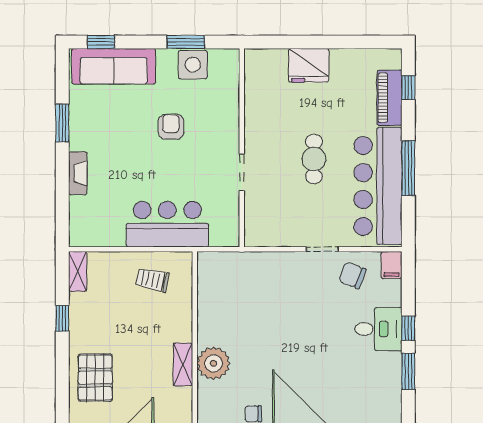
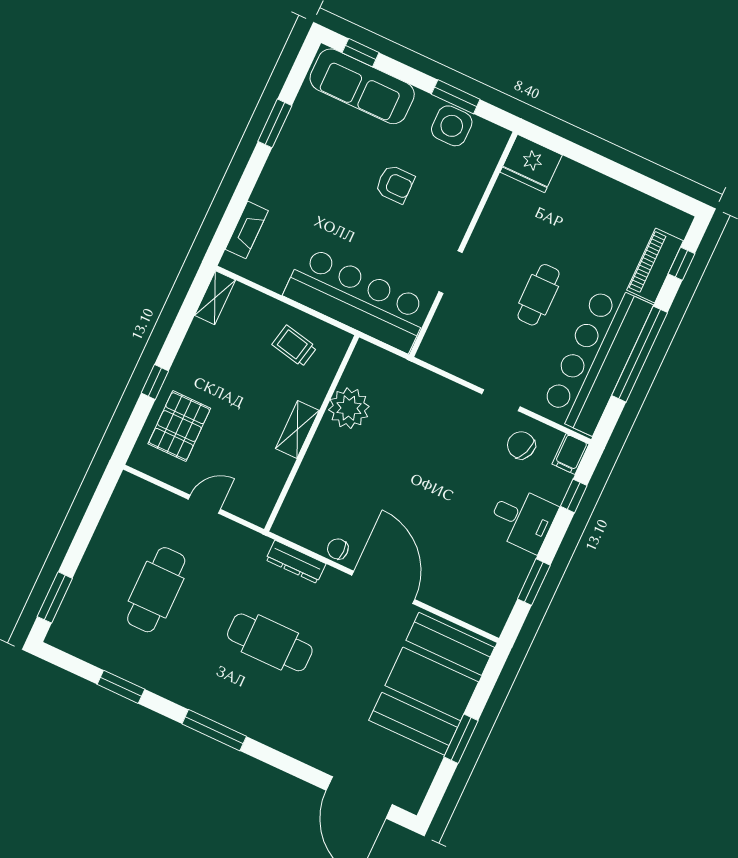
fridge: (309, 65) -> (531, 164), moved
armchair: (171, 127) -> (395, 184), turned 90
window: (408, 168) -> (640, 354), width x1.46
fireplace: (78, 173) -> (247, 230), moved
bar counter: (167, 224) -> (357, 299), width x1.36
window: (62, 318) -> (155, 382), moved
window: (408, 328) -> (574, 496), moved
plant: (213, 363) -> (349, 408), moved
shelving: (183, 364) -> (297, 429), moved

